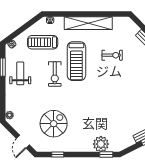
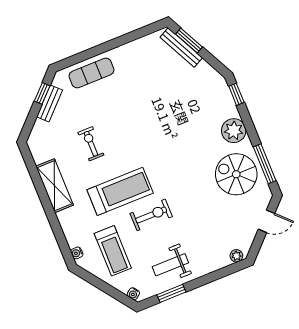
shelving: (88, 23) -> (55, 186), width x0.68
spiral stairs: (54, 124) -> (236, 174), moved
plant: (101, 144) -> (234, 131), moved
window: (58, 154) -> (265, 164), width x2.17

